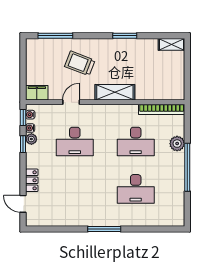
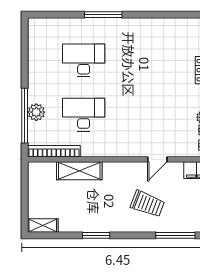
shelving: (115, 92) -> (79, 171), moved
desk: (75, 141) -> (153, 115), removed
window: (187, 167) -> (25, 116), moved
window: (104, 229) -> (103, 15), moved

